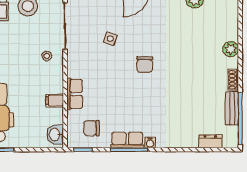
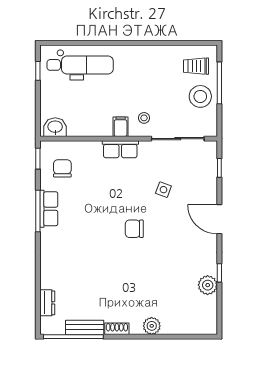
row of seats: (74, 94) -> (120, 149), moved
filing cabinet: (55, 100) -> (121, 127), moved
water cooler: (150, 143) -> (46, 235), removed

